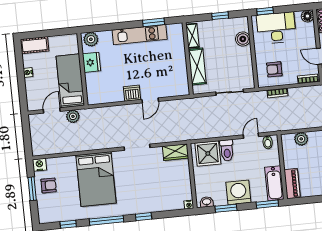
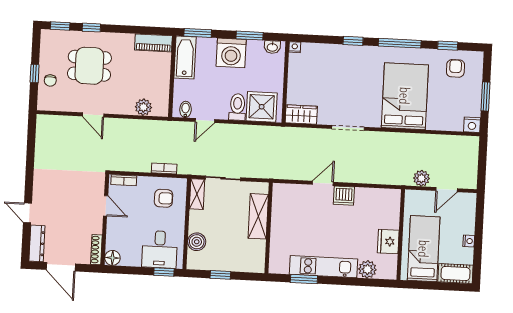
desk: (276, 28) -> (160, 249), width x0.73
shelving: (192, 36) -> (197, 194), moved
plant: (91, 39) -> (367, 269), moved
bed: (70, 81) -> (424, 249), moved, turned 180
piano: (292, 184) -> (153, 43), moved, turned -90
armchair: (49, 185) -> (455, 68), moved, turned 90

